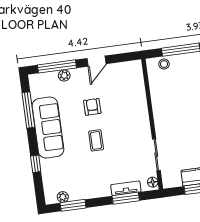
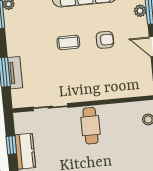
cafe table: (172, 117) -> (90, 126), added
floor lamp: (153, 182) -> (21, 102), removed

